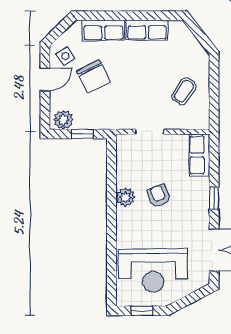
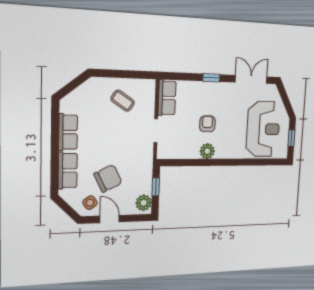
row of seats: (200, 155) -> (167, 98), moved, turned -90
armchair: (159, 196) -> (207, 124), turned 111

